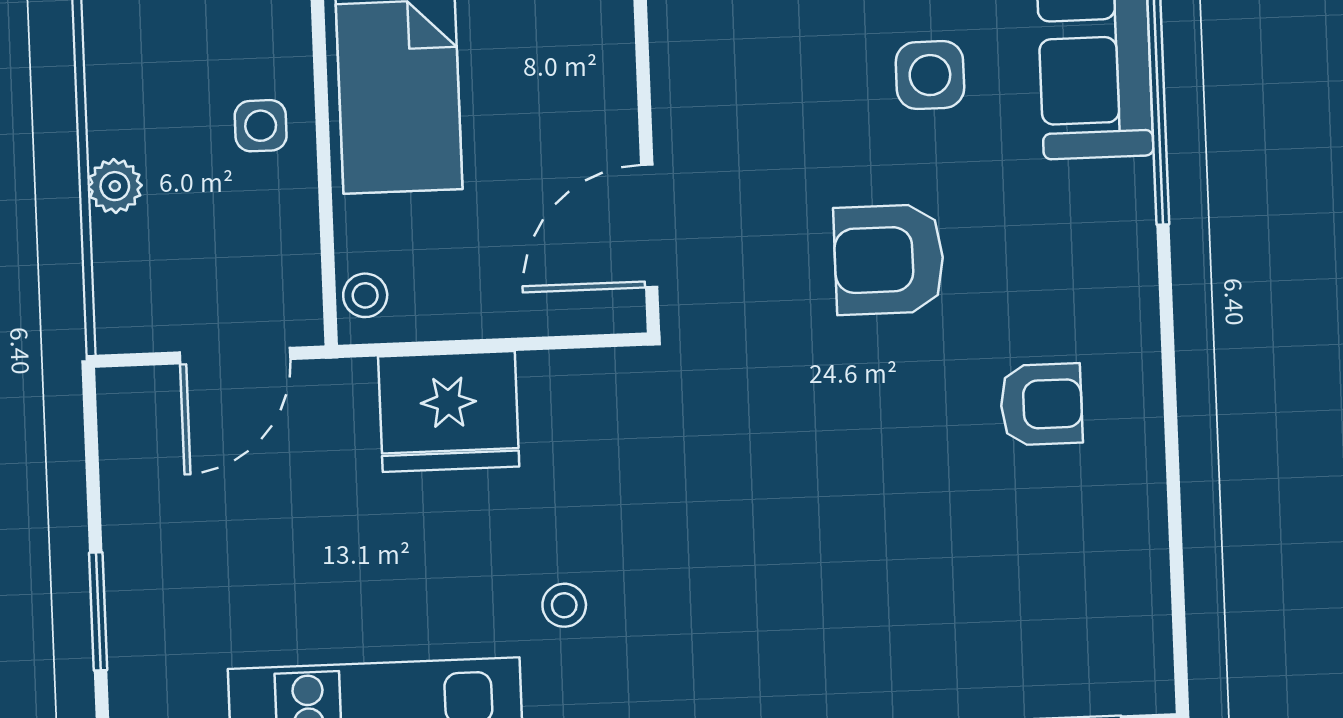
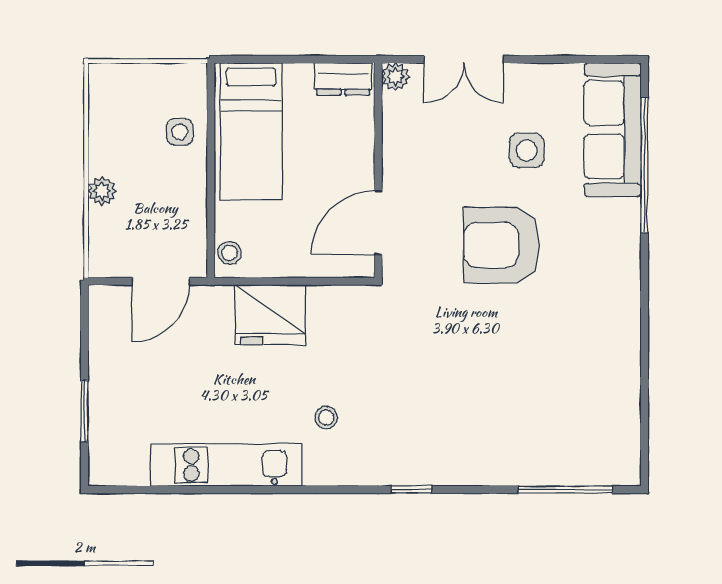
side table: (261, 126) -> (180, 132), moved
armchair: (889, 259) -> (502, 245), width x1.36, depth x1.36
armchair: (1041, 404) -> (578, 323), removed

